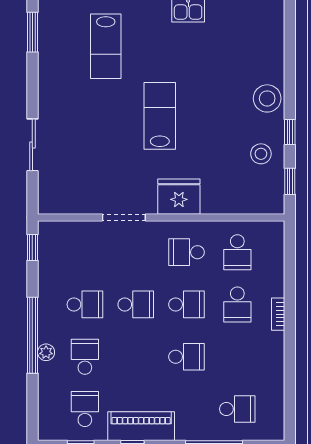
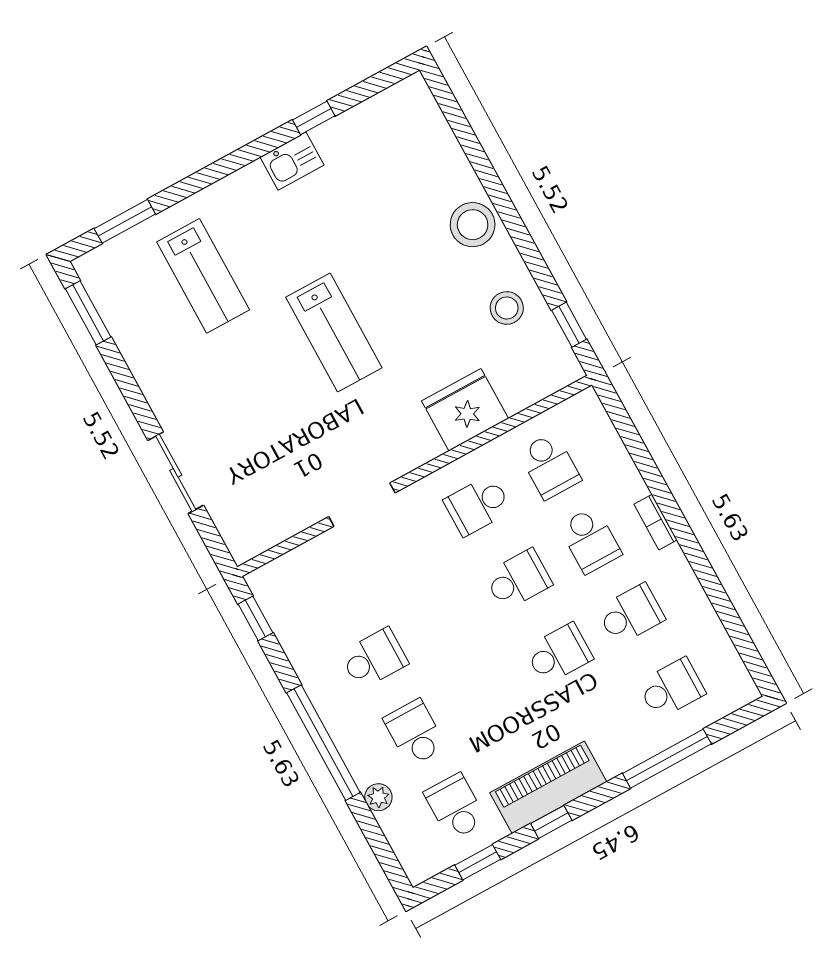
lab bench: (160, 116) -> (334, 333), turned 180
window: (290, 132) -> (531, 255), removed
fridge: (179, 197) -> (465, 410), moved
school desk: (136, 304) -> (631, 614), moved
plant: (46, 352) -> (378, 797), moved

